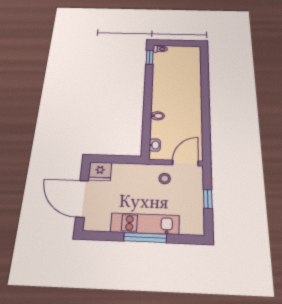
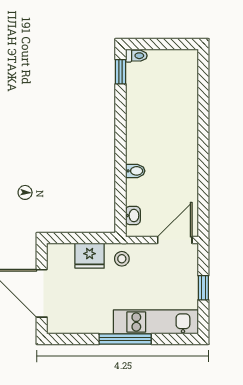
fridge: (100, 171) -> (90, 256), moved
stool: (165, 179) -> (122, 259), moved
kitchen unit: (145, 224) -> (156, 322), moved

